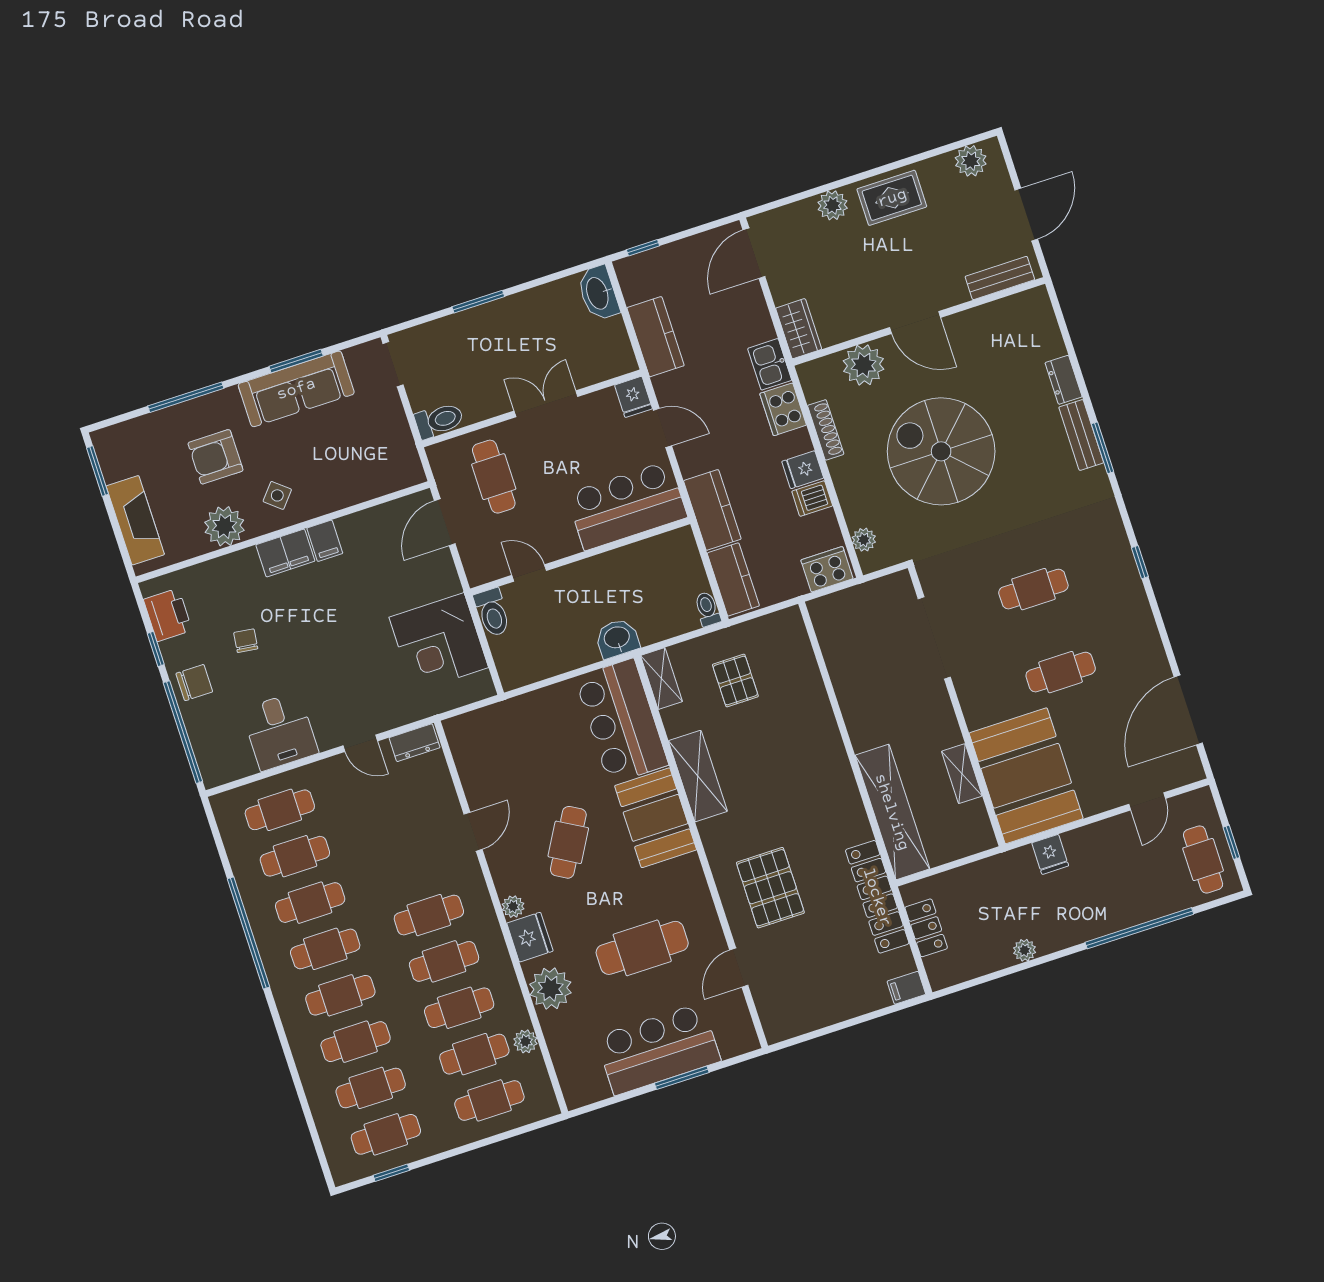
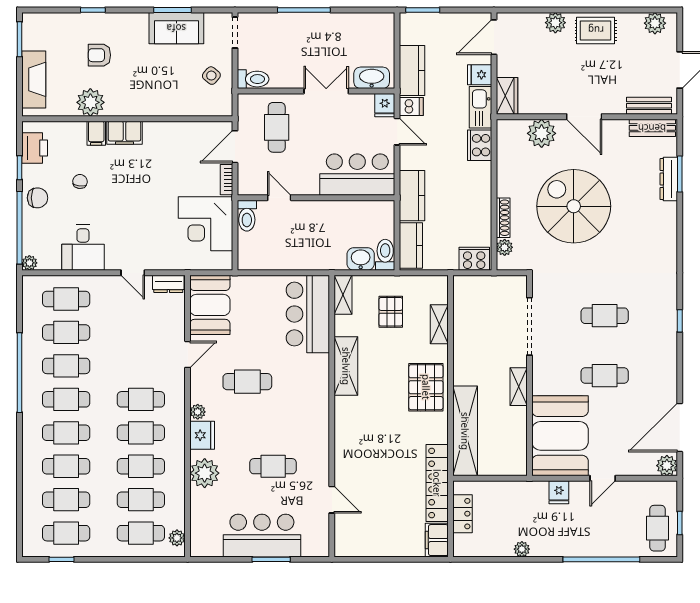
window: (643, 248) -> (423, 10), width x1.50
washbasin: (598, 293) -> (372, 78), moved, turned 90
window: (478, 302) -> (304, 10), width x1.44
kitchen sink: (770, 364) -> (480, 107), width x1.38
dresser: (1064, 380) -> (669, 179), width x1.44
sofa: (296, 389) -> (176, 28), width x0.73
window: (186, 397) -> (93, 10), width x0.46
shoe rack: (826, 430) -> (503, 218), moved
bench: (1081, 435) -> (652, 128), moved, turned 90
window: (1102, 448) -> (680, 174), moved
armchair: (215, 457) -> (99, 55), width x0.72, depth x0.72
fridge: (803, 470) -> (480, 75), moved
side table: (277, 495) -> (211, 76), moved
dishwasher: (812, 499) -> (411, 107), moved, turned 180
filing cabinet: (325, 541) -> (96, 133), moved
bookcase: (448, 572) -> (226, 180), added
toilet: (707, 609) -> (385, 255), width x1.37, depth x1.39
washbasin: (617, 638) -> (361, 259), moved
shelving: (808, 676) -> (439, 324), added
plant: (1188, 769) -> (667, 466), added
shelving: (962, 774) -> (519, 387), moved
plant: (213, 776) -> (29, 263), added
door: (1147, 801) -> (603, 478), moved
booth: (656, 818) -> (210, 305), moved
cafe table: (568, 842) -> (247, 382), turned 60
pallet: (770, 888) -> (426, 387), moved
cafe table: (642, 948) -> (273, 466), width x0.73, depth x0.74
door: (739, 968) -> (332, 500), swing flipped
filing cabinet: (906, 988) -> (437, 540), width x2.00
plant: (525, 1041) -> (177, 538), moved

